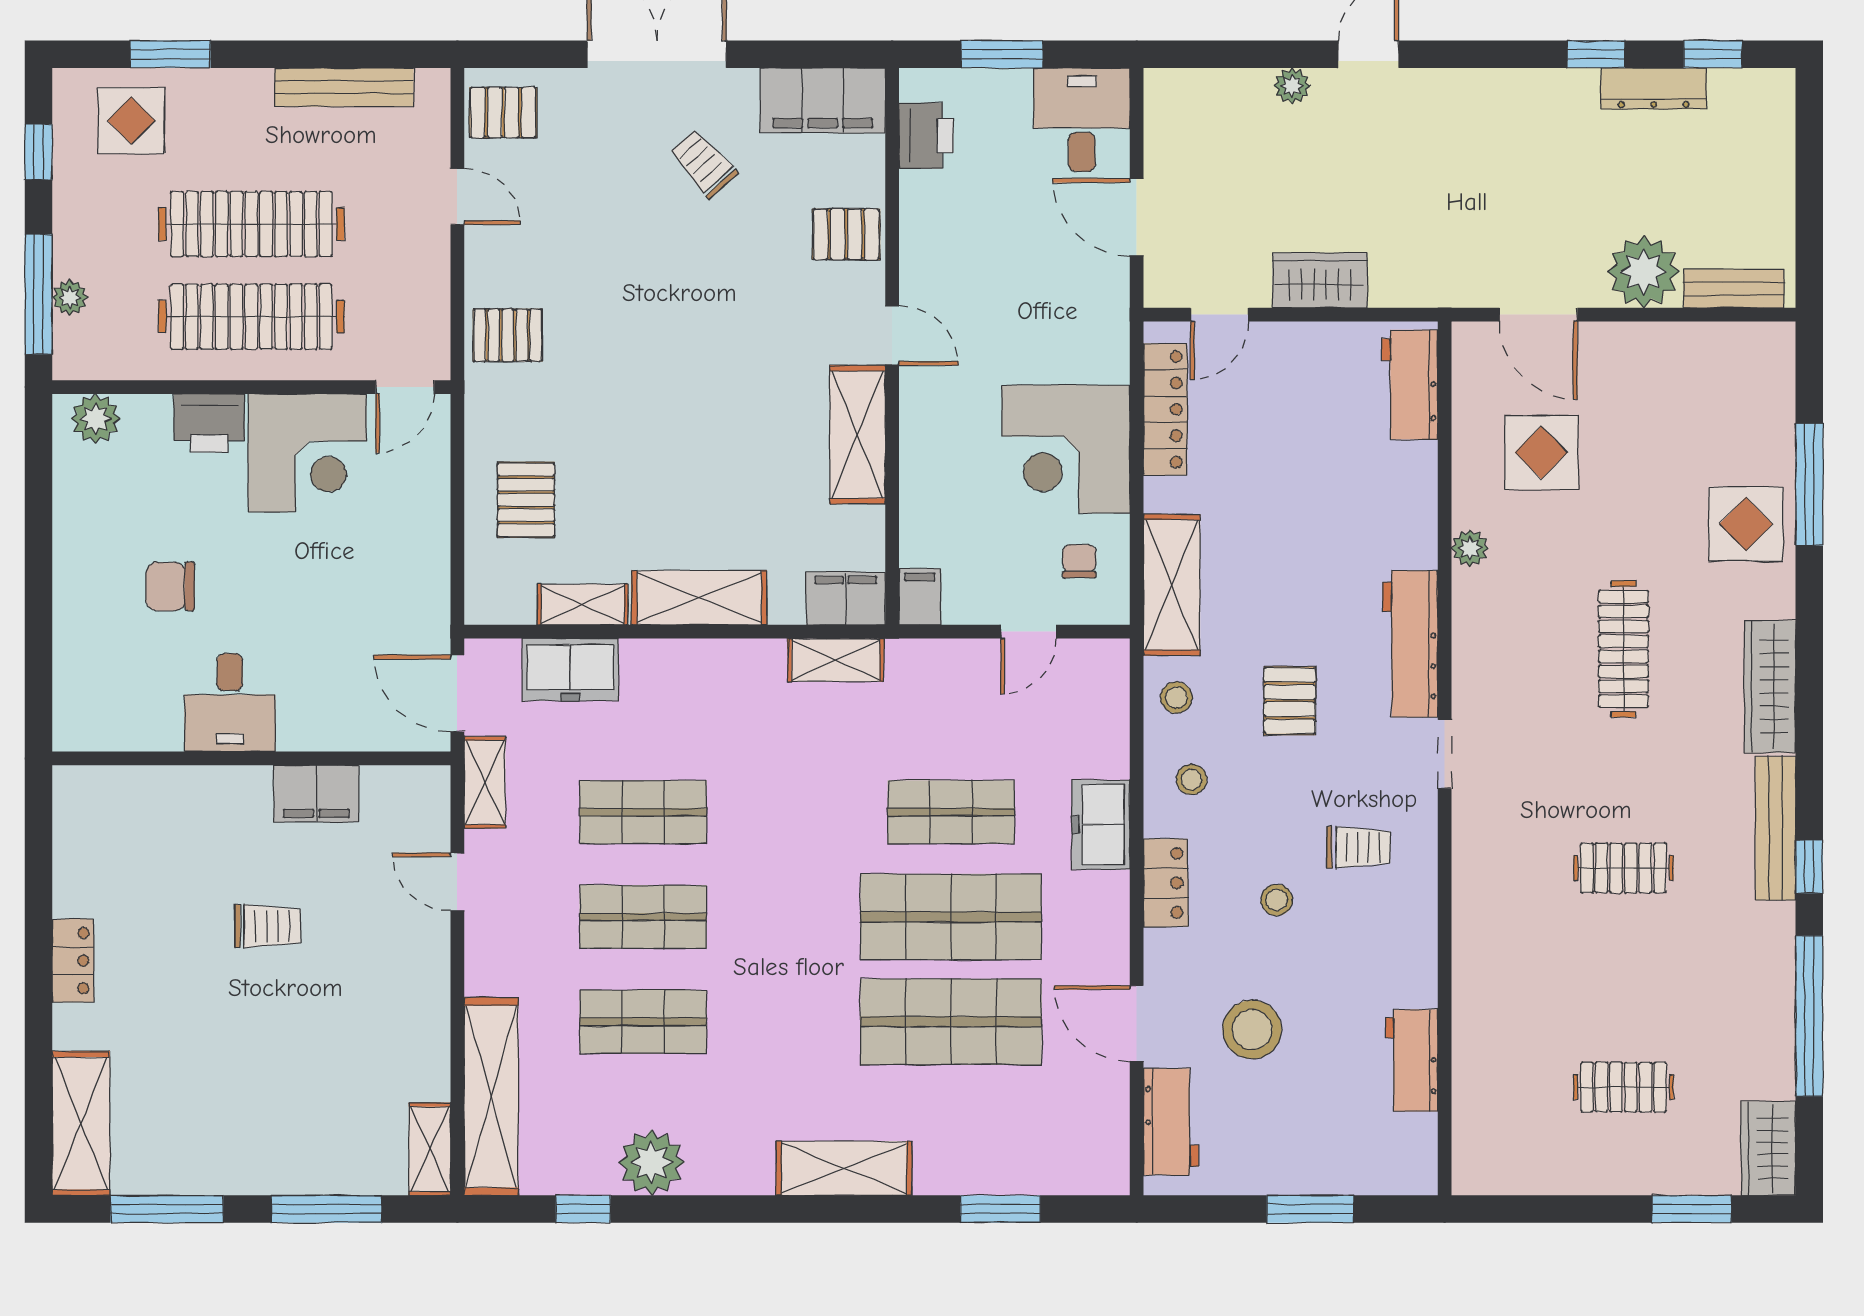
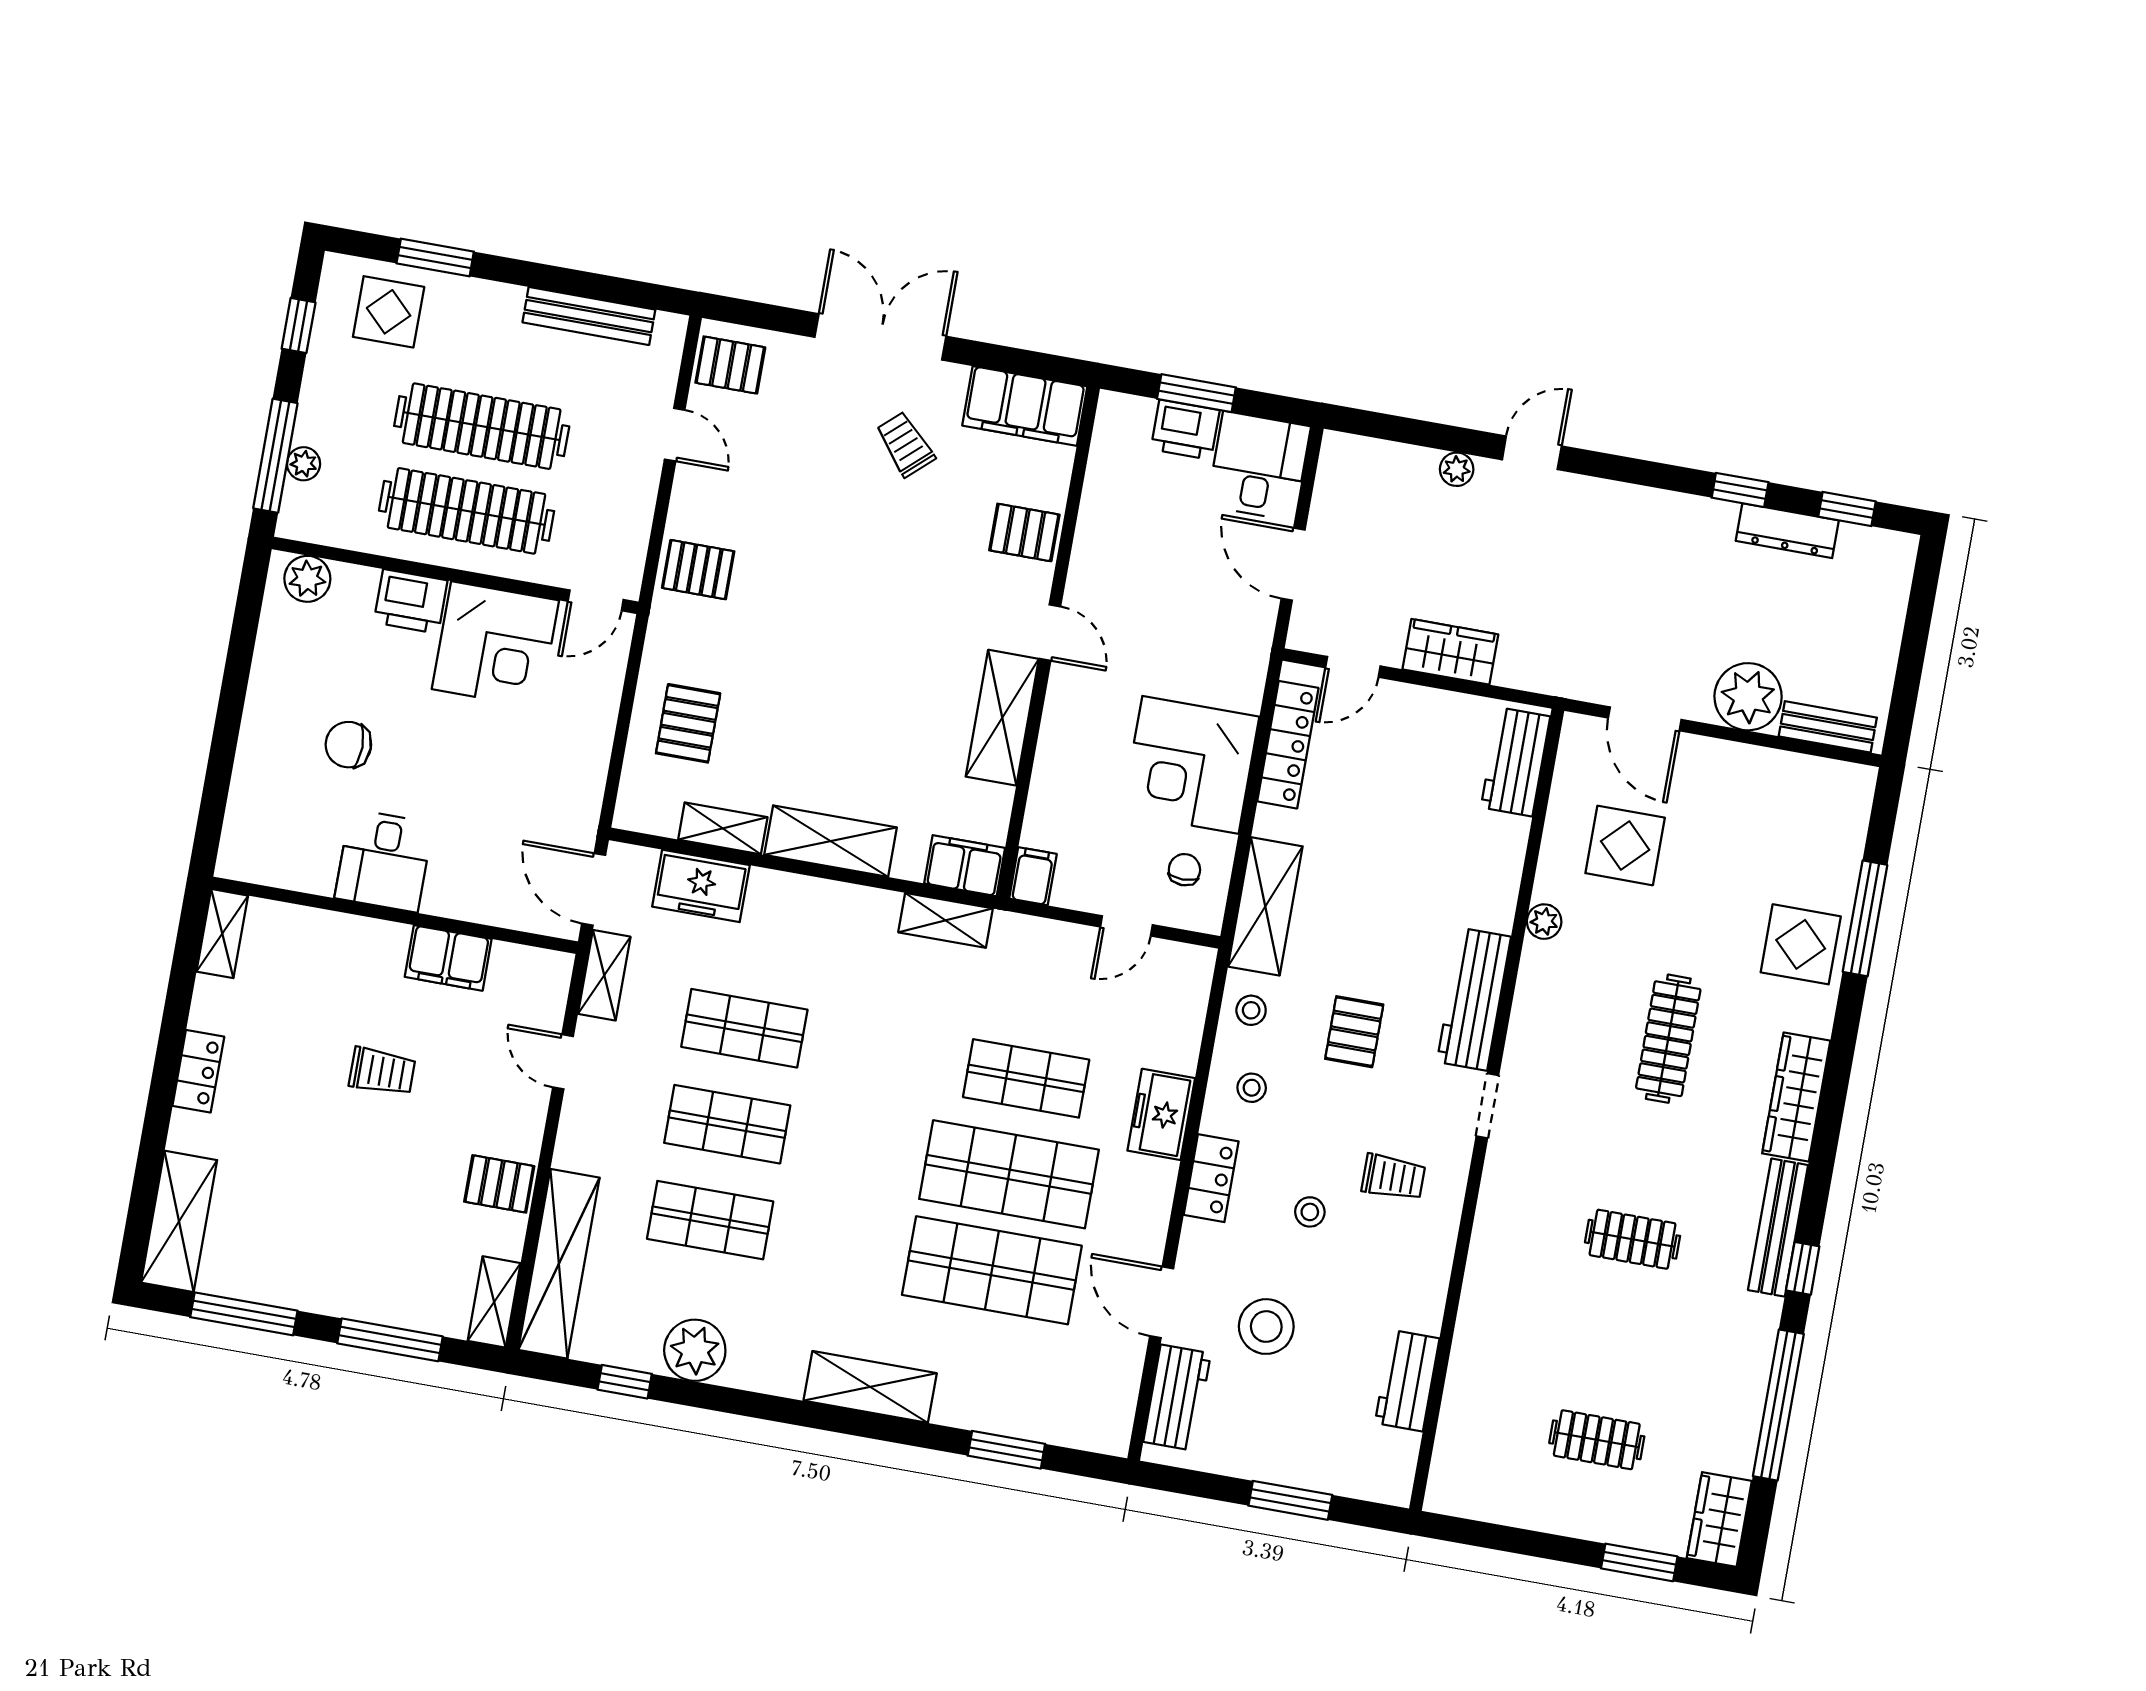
printer: (926, 136) -> (1185, 430), moved, turned 90
shelving: (72, 810) -> (222, 934), added
pallet: (413, 1023) -> (499, 1184), added

